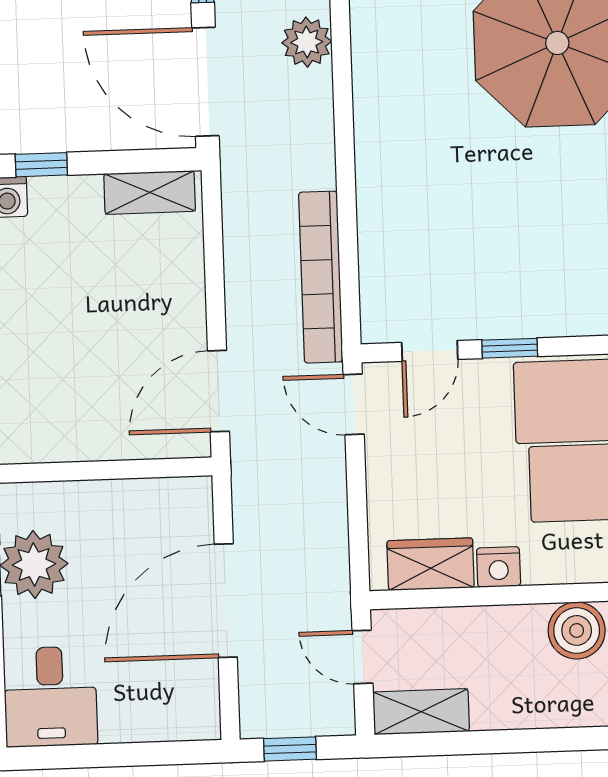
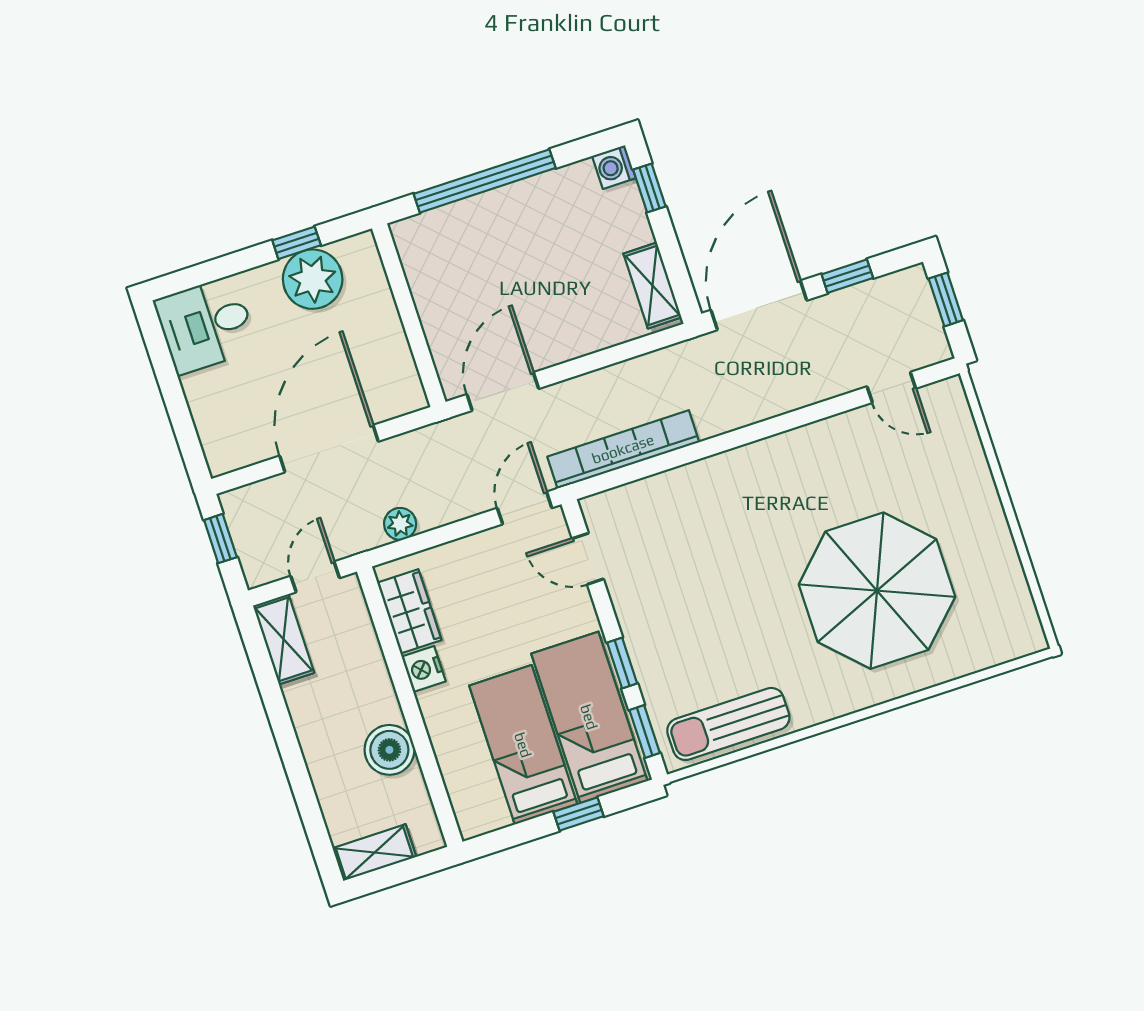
plant: (307, 42) -> (400, 524), moved, width x0.73, depth x0.73
window: (510, 348) -> (622, 663), moved
door: (218, 391) -> (503, 391), hinge flipped
door: (226, 601) -> (329, 449), hinge flipped

